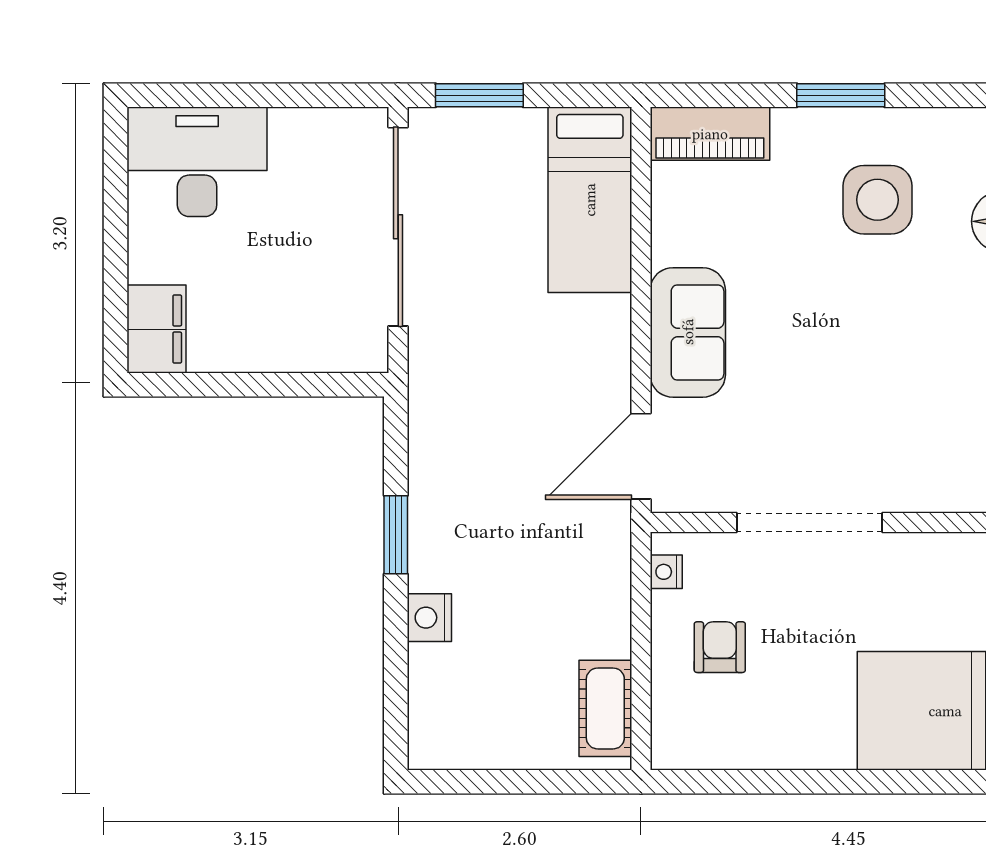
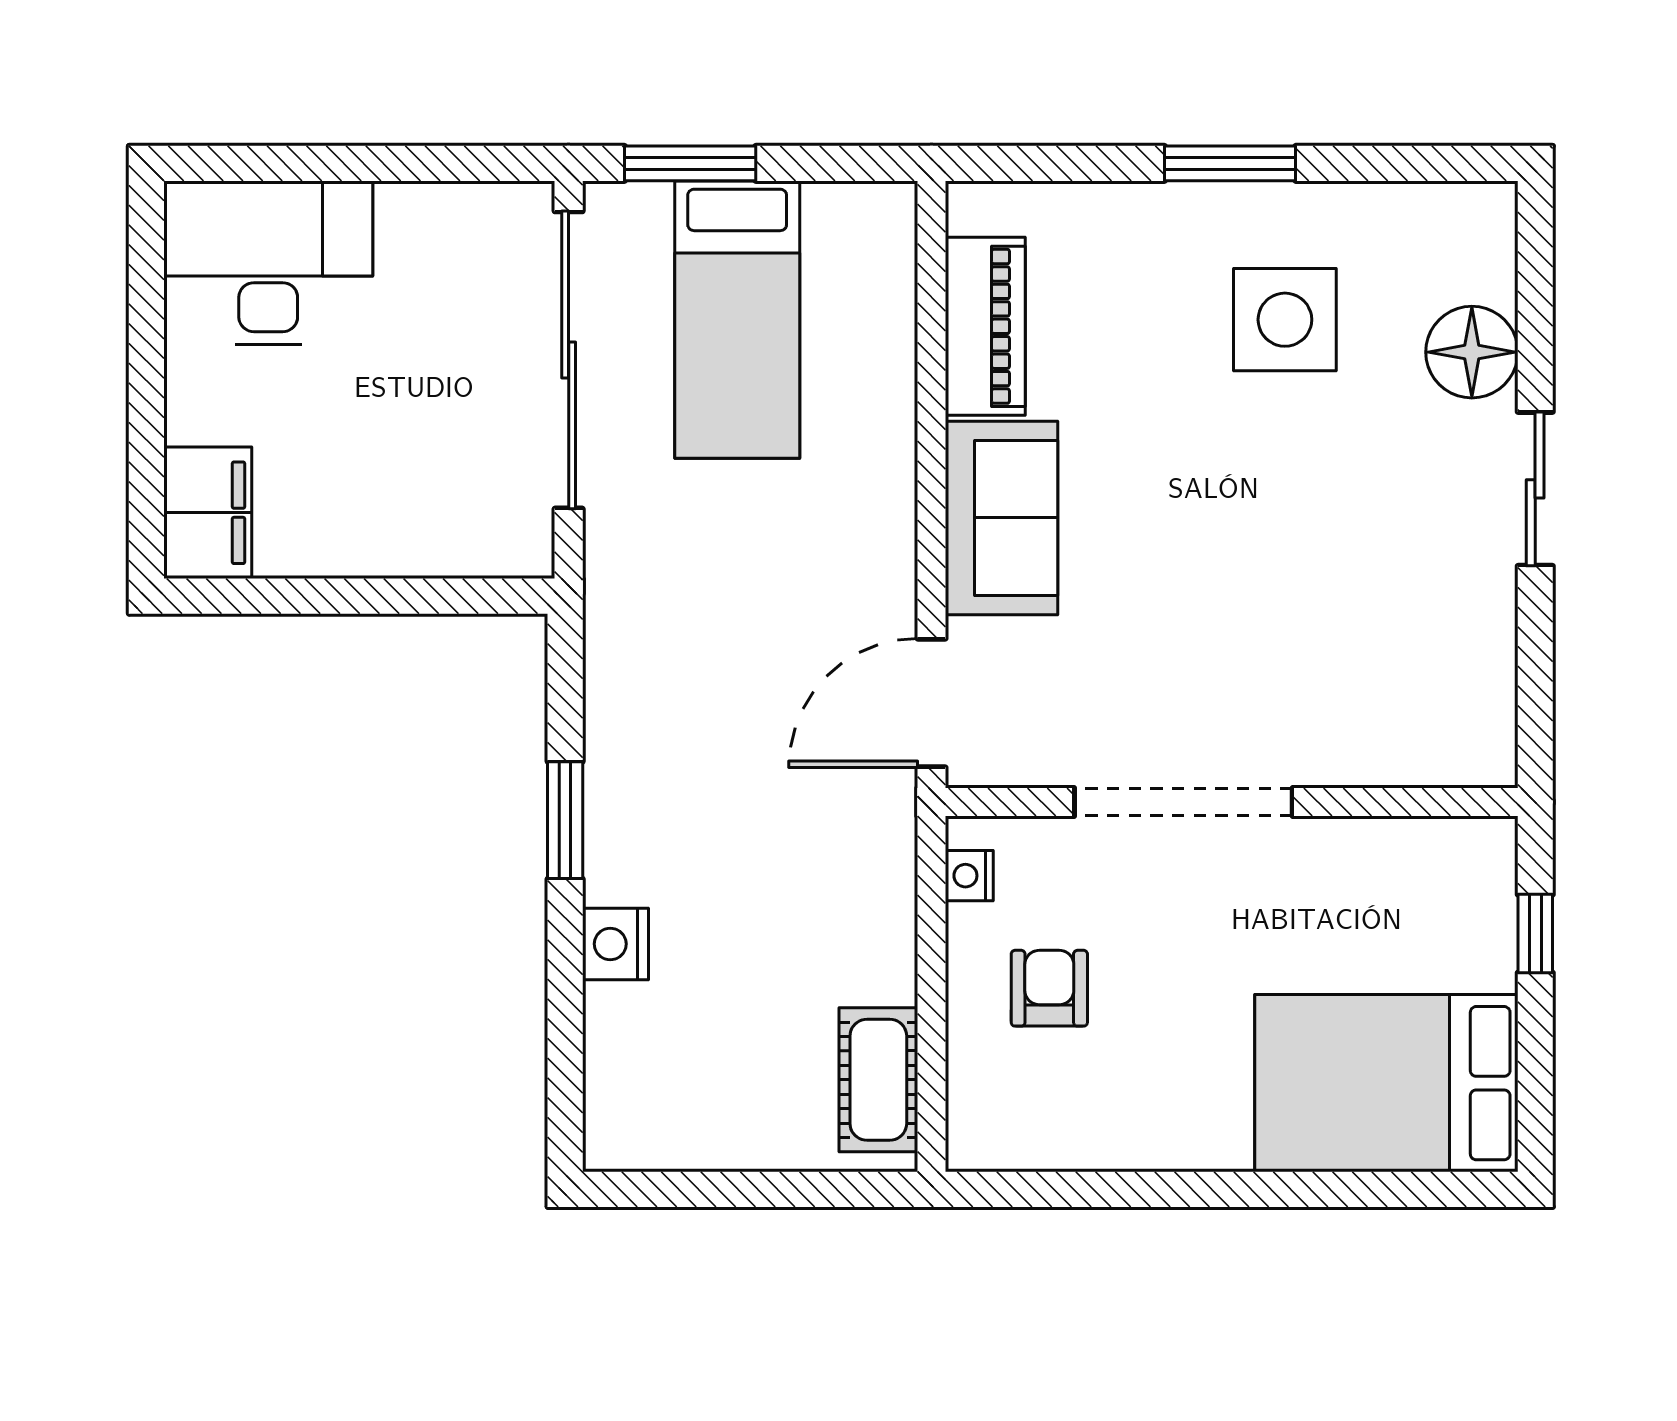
piano: (710, 134) -> (985, 326), moved, turned -90
bed: (590, 200) -> (737, 320), moved

